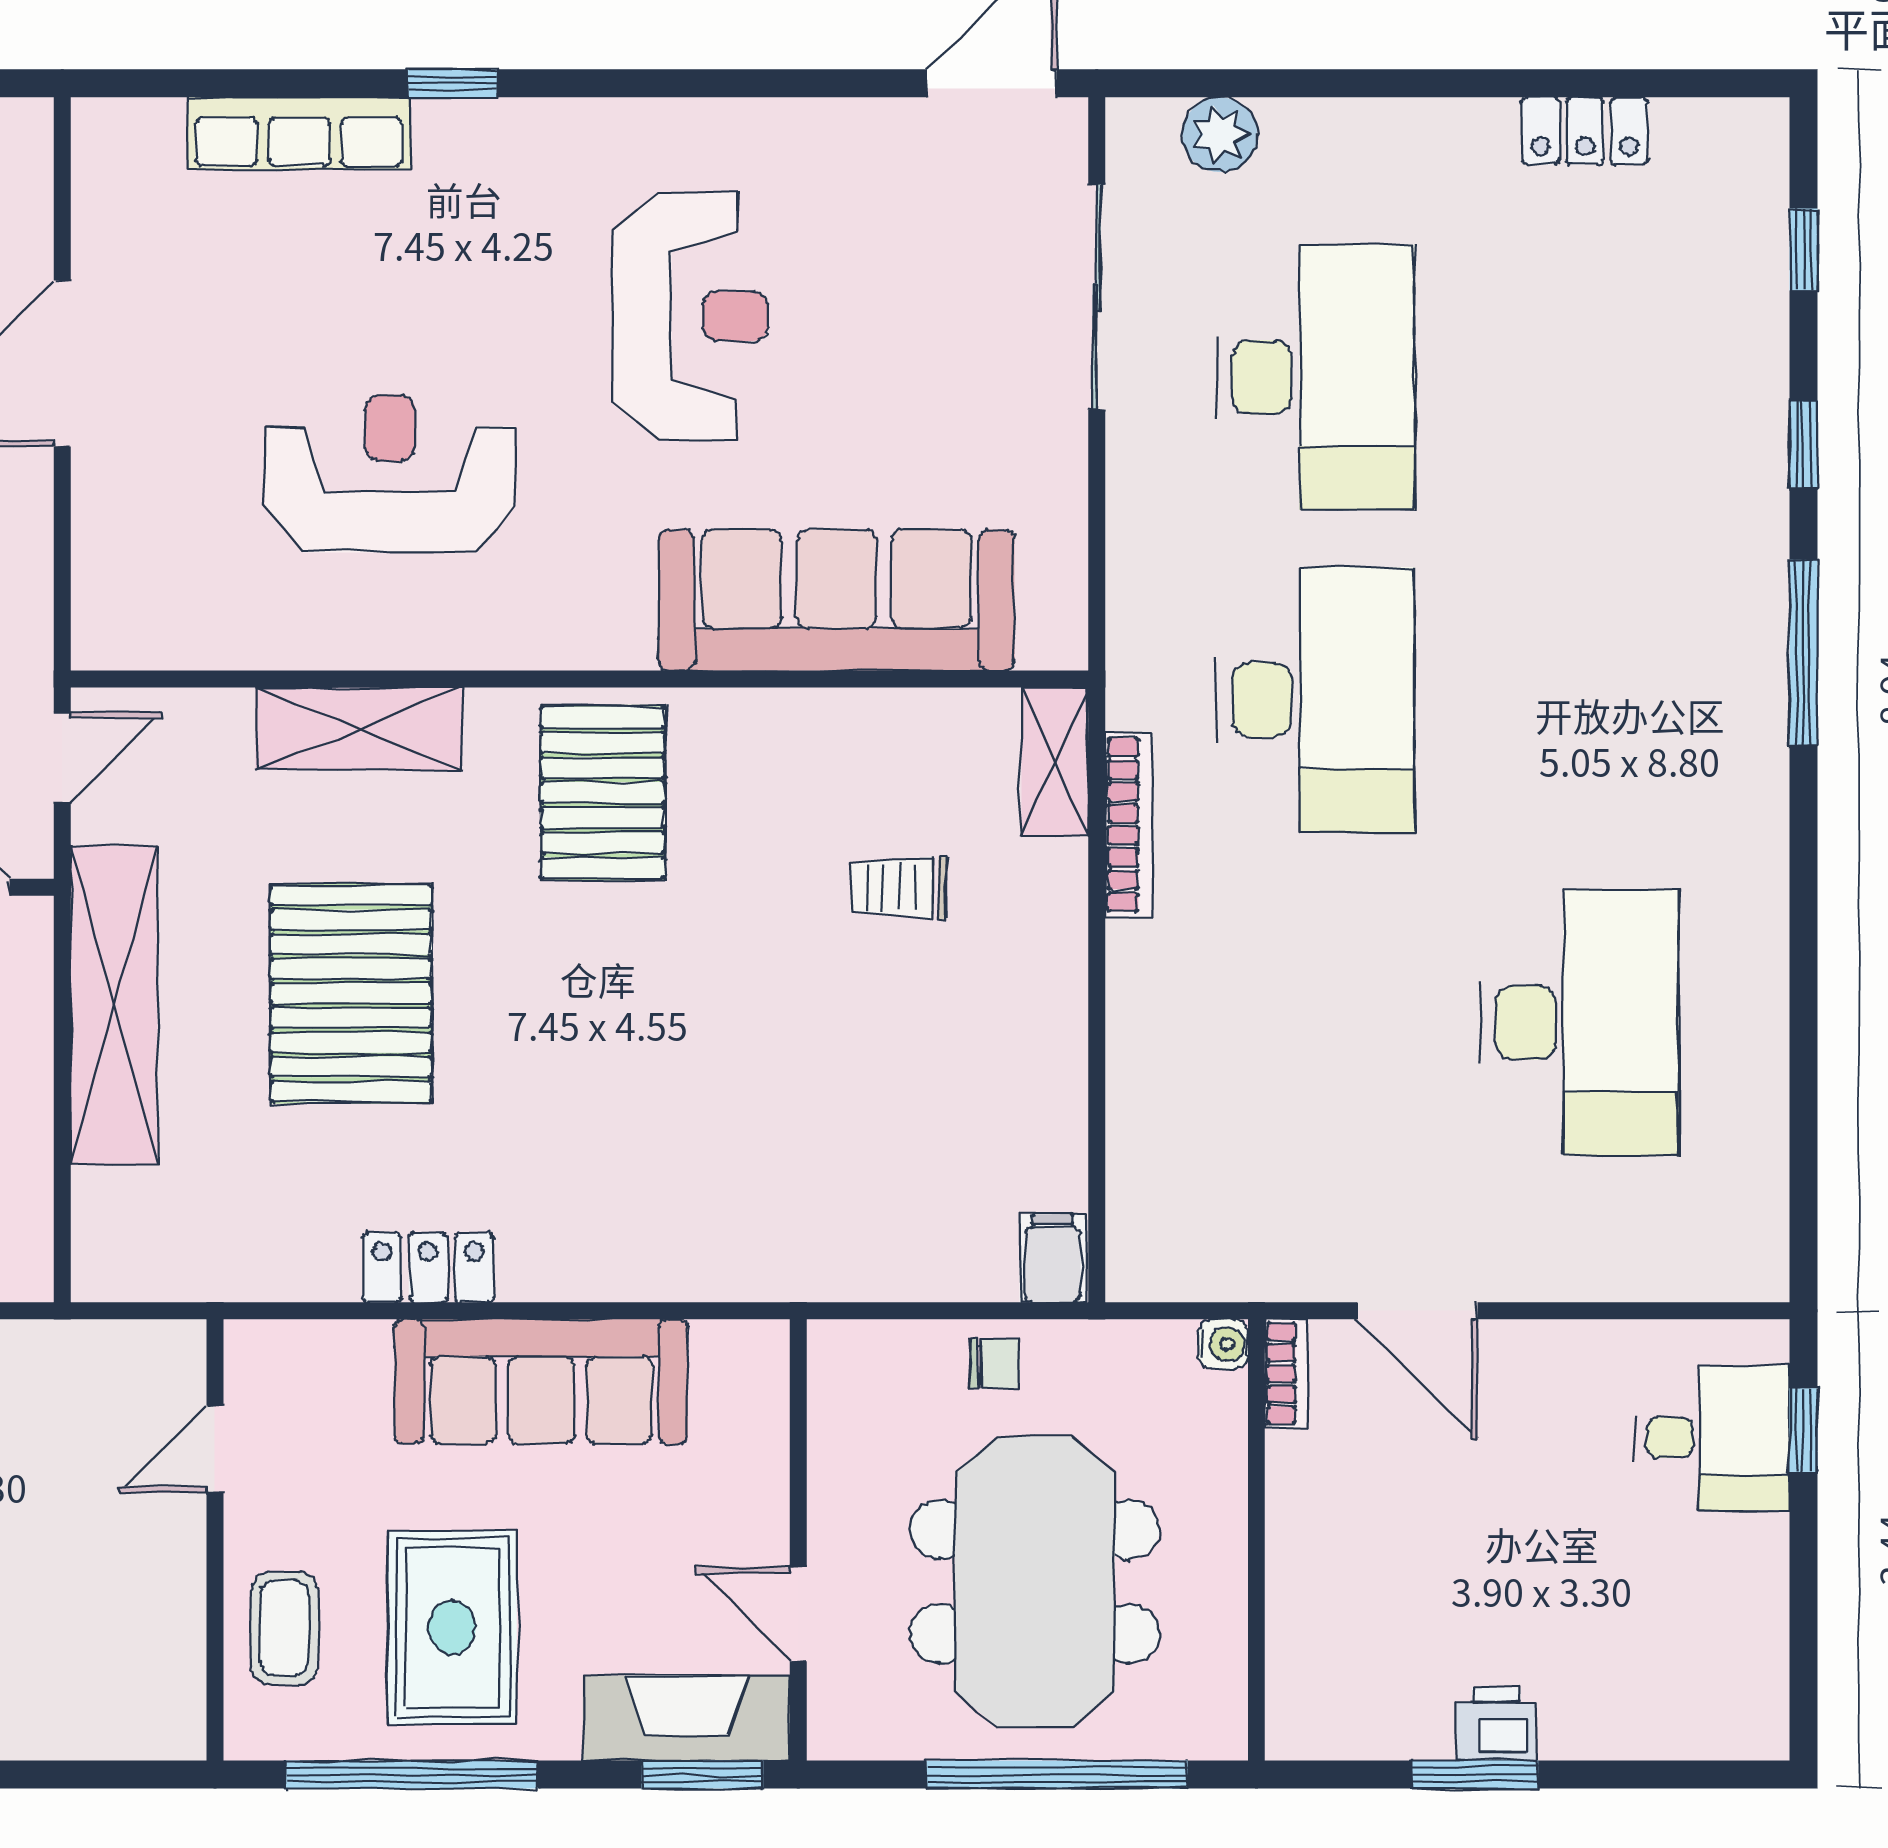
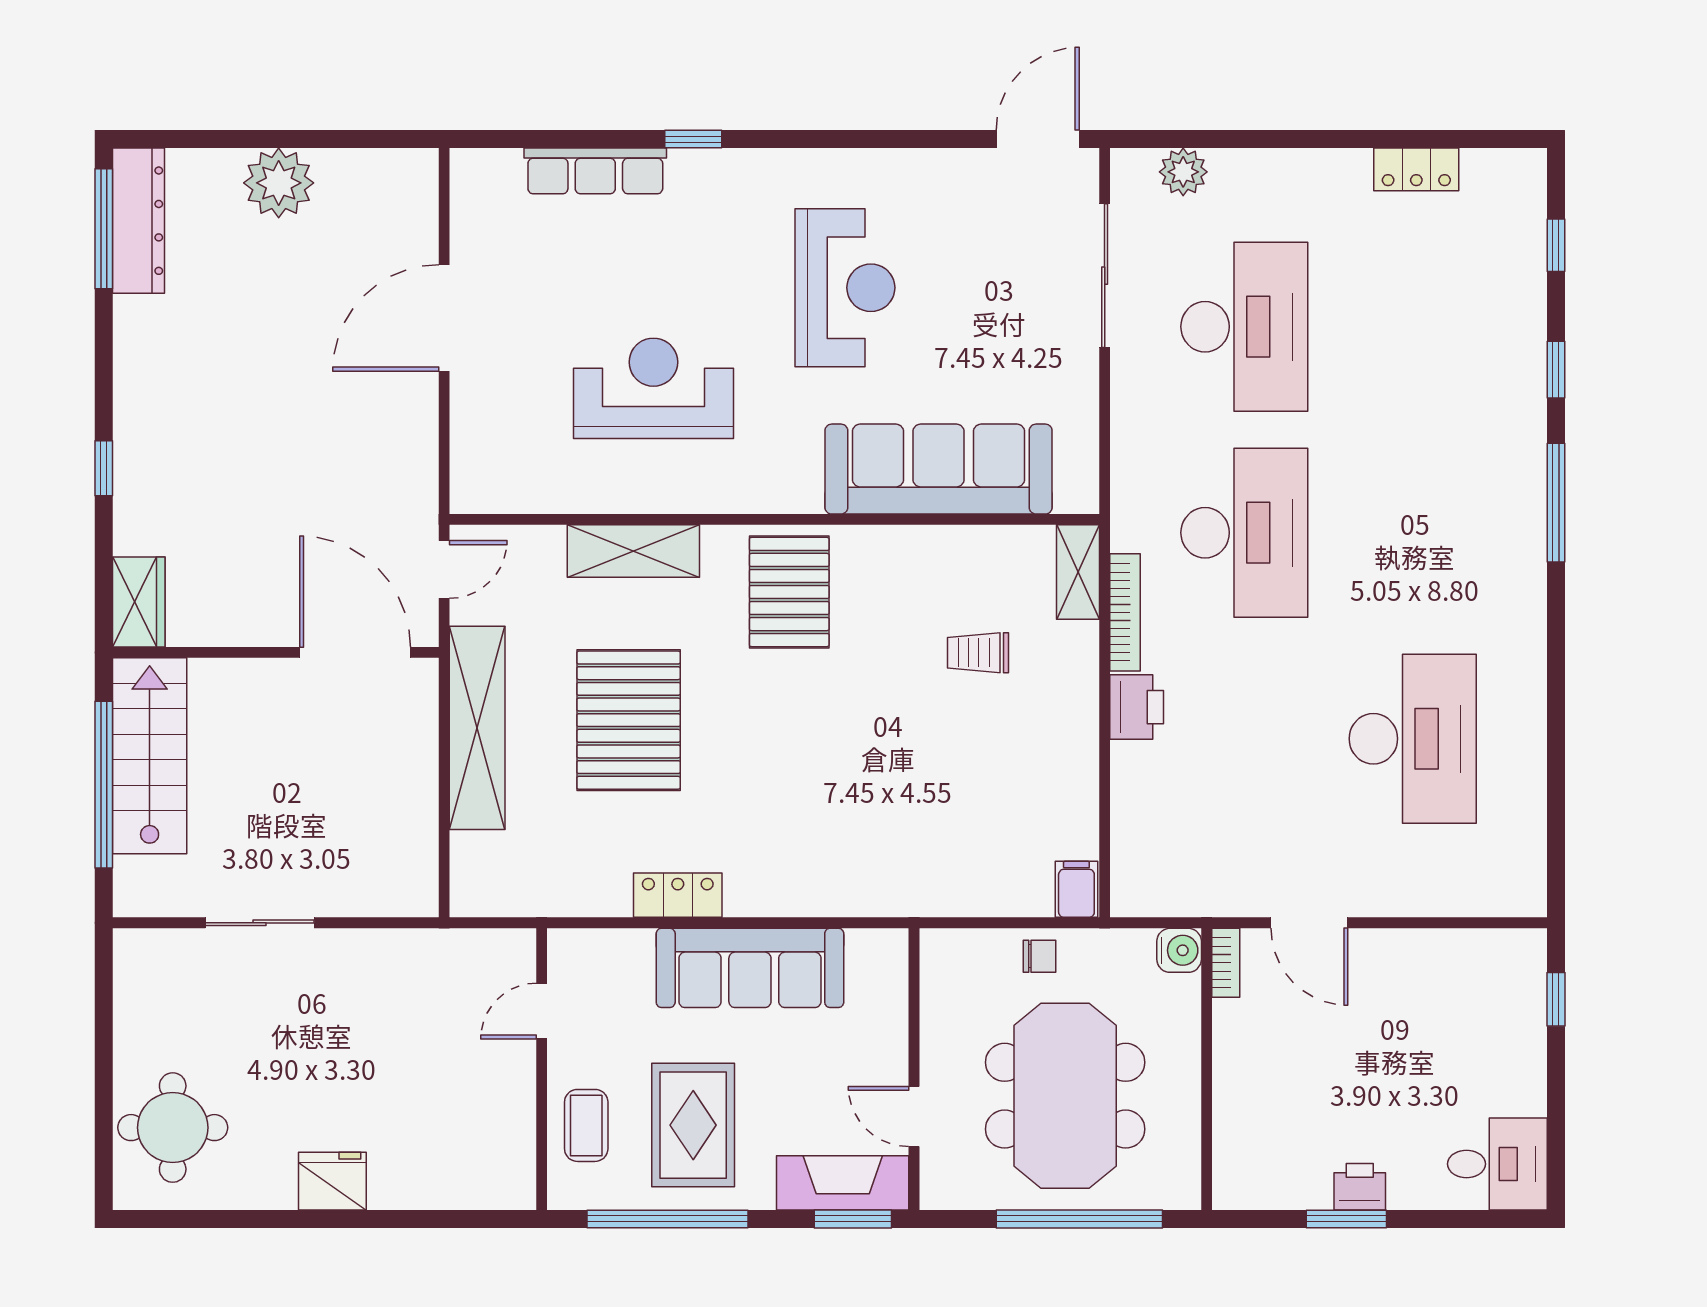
printer: (1147, 973) -> (1137, 707), added
water cooler: (1223, 1344) -> (1179, 950), width x1.38, depth x1.38
desk: (1712, 1438) -> (1497, 1164), moved

